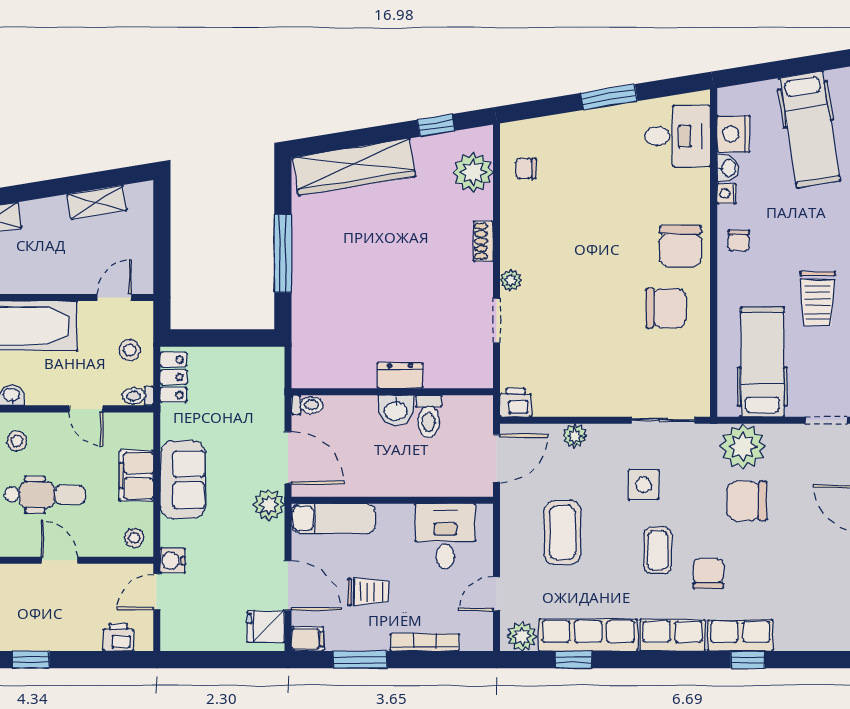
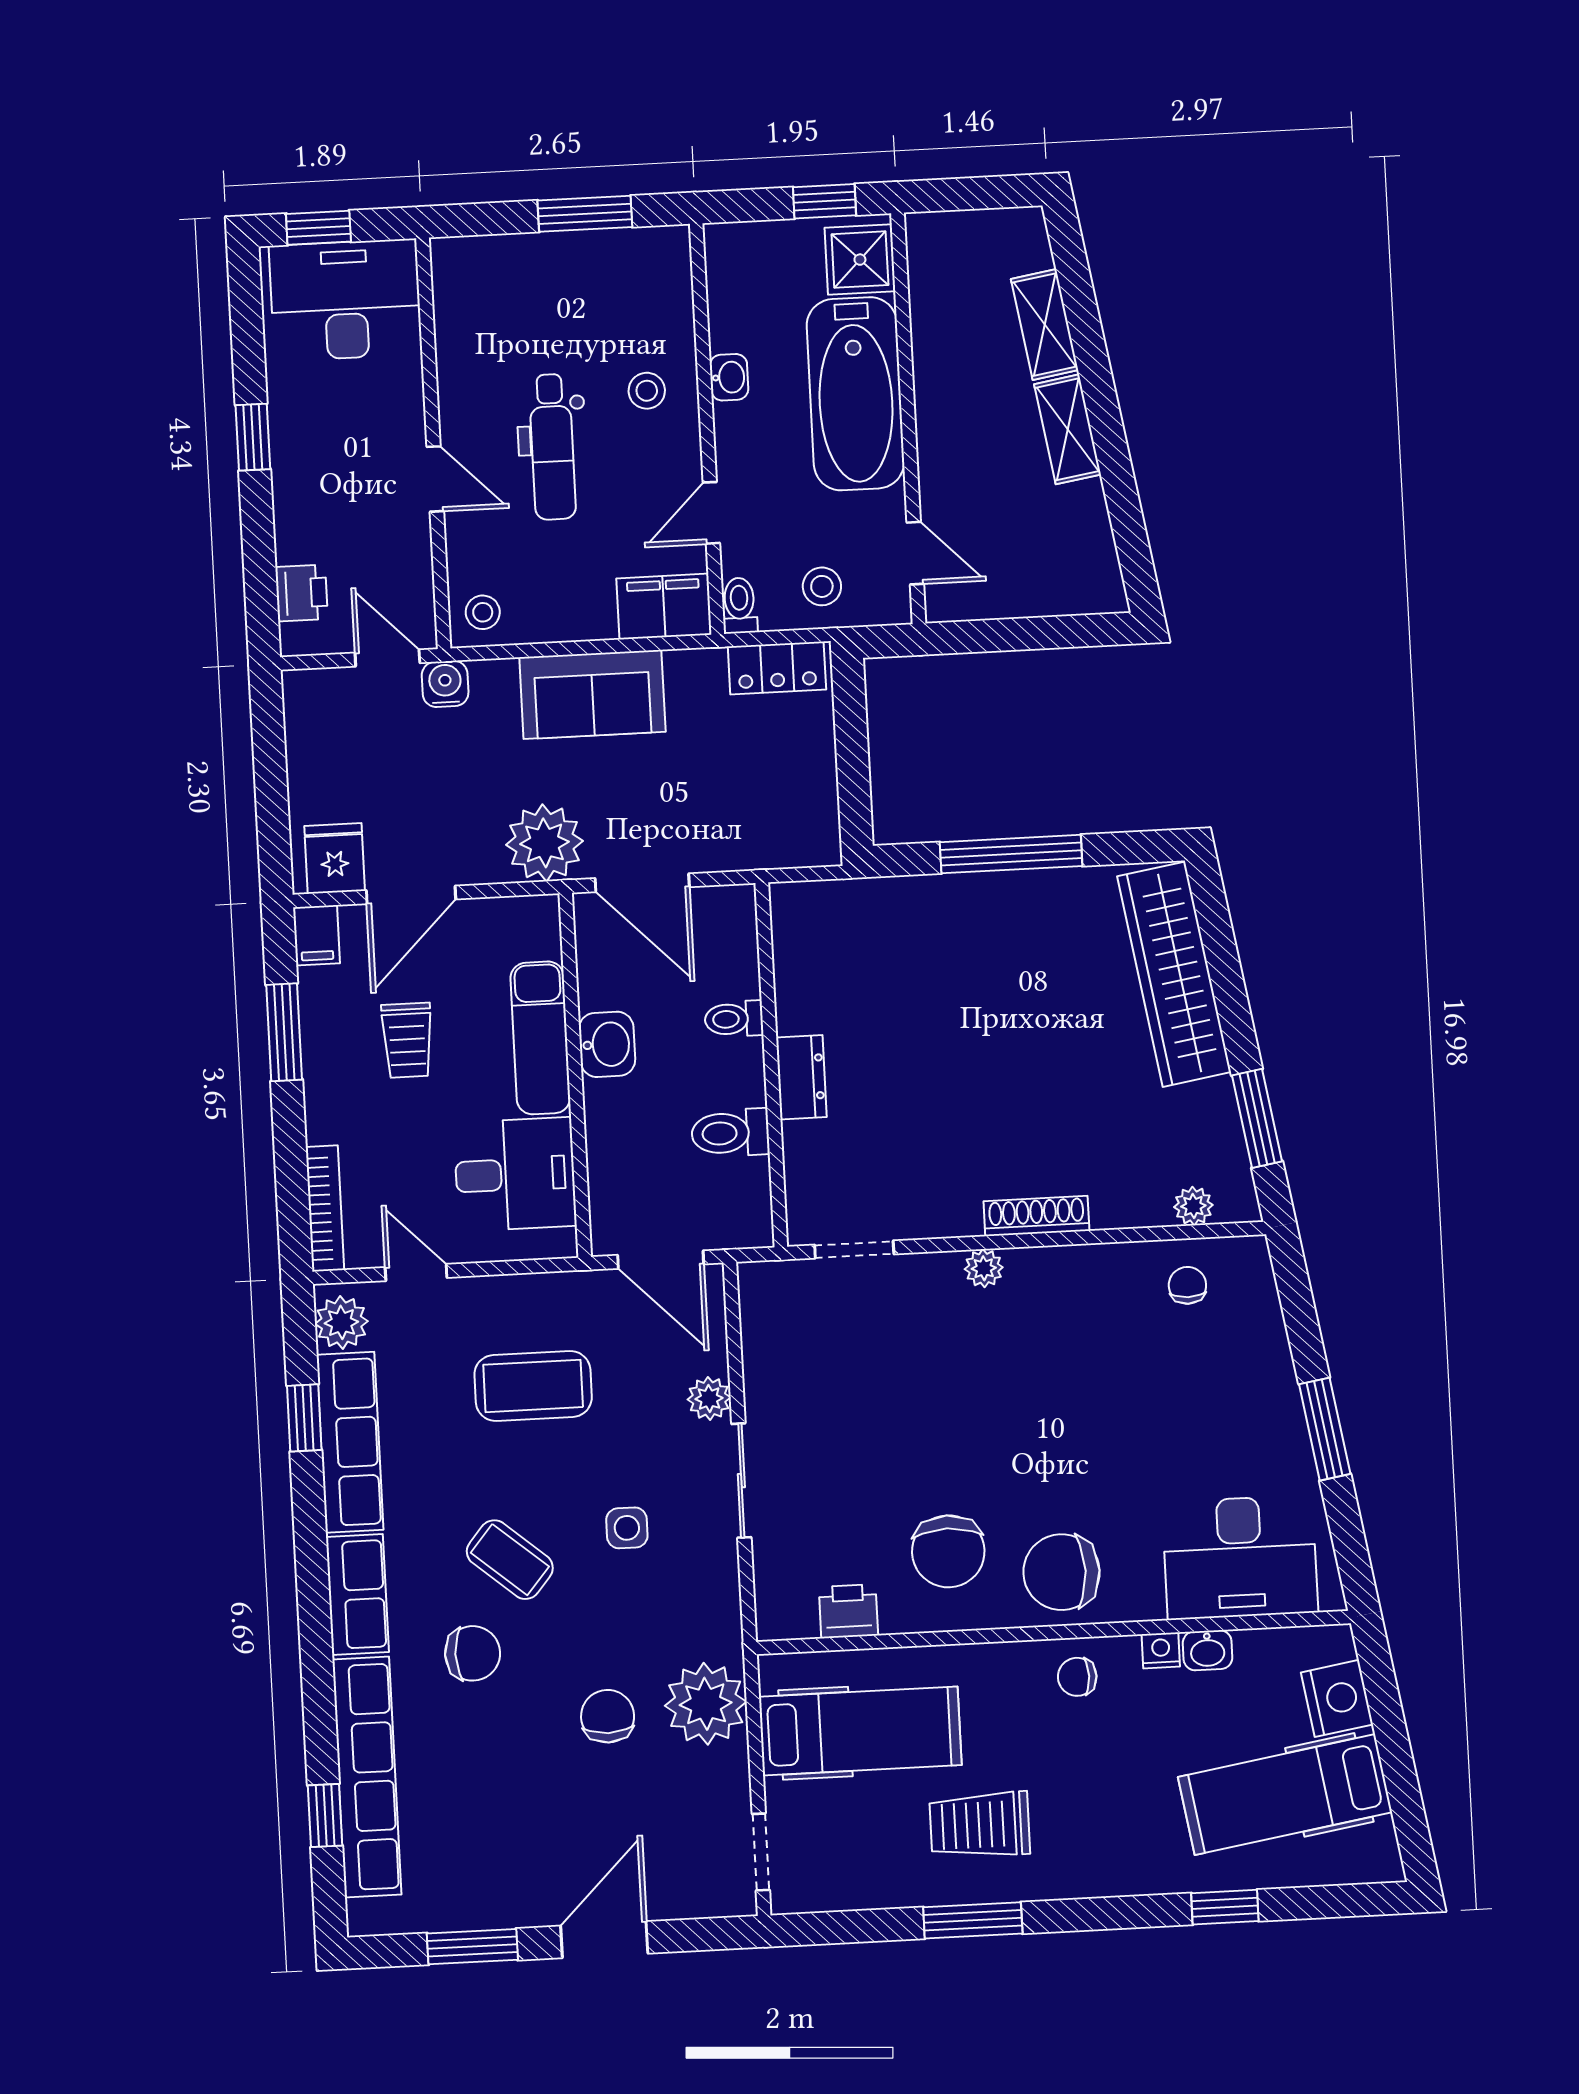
window: (436, 125) -> (1257, 1118), width x1.50
nightstand: (733, 134) -> (1337, 1698), moved, turned 81
desk: (677, 136) -> (1240, 1557), width x1.37
plant: (473, 172) -> (1193, 1206), width x0.53, depth x0.53
shelving: (97, 202) -> (1068, 429), moved
shoe rack: (483, 241) -> (1036, 1216), width x1.43
doorway: (497, 320) -> (854, 1249), moved
printer: (516, 403) -> (848, 1611), moved, turned -90
toilet: (307, 405) -> (734, 1019), moved, turned 90
washbasin: (396, 410) -> (607, 1044), moved, turned 180
sliding door: (663, 420) -> (741, 1481), moved
door: (288, 458) -> (642, 883), hinge flipped
filing cabinet: (136, 476) -> (664, 607), moved
side table: (644, 485) -> (627, 1528), width x0.73, depth x0.73
chair: (747, 501) -> (608, 1716), width x0.73, depth x0.73
plant: (269, 505) -> (544, 843), width x1.36, depth x1.36
exam couch: (334, 518) -> (540, 1038), moved
coffee table: (658, 550) -> (510, 1560), turned 40
door: (59, 560) -> (435, 479), hinge flipped
row of seats: (740, 635) -> (367, 1777), width x2.02
bookcase: (425, 642) -> (325, 1208), moved
window: (748, 660) -> (325, 1815), moved

